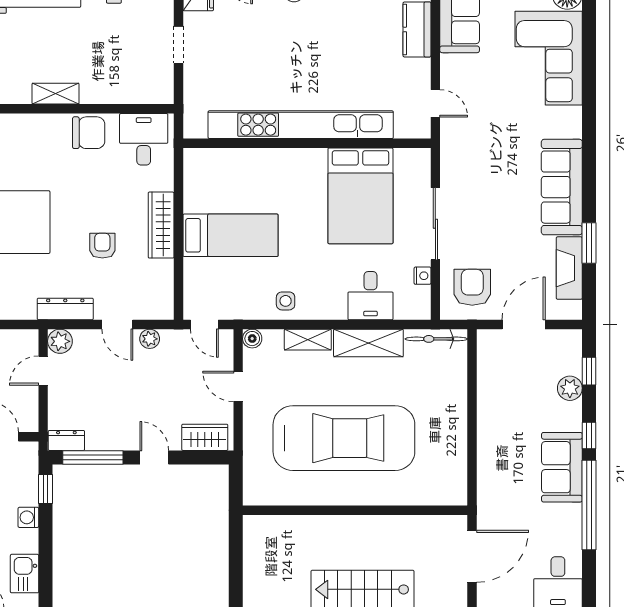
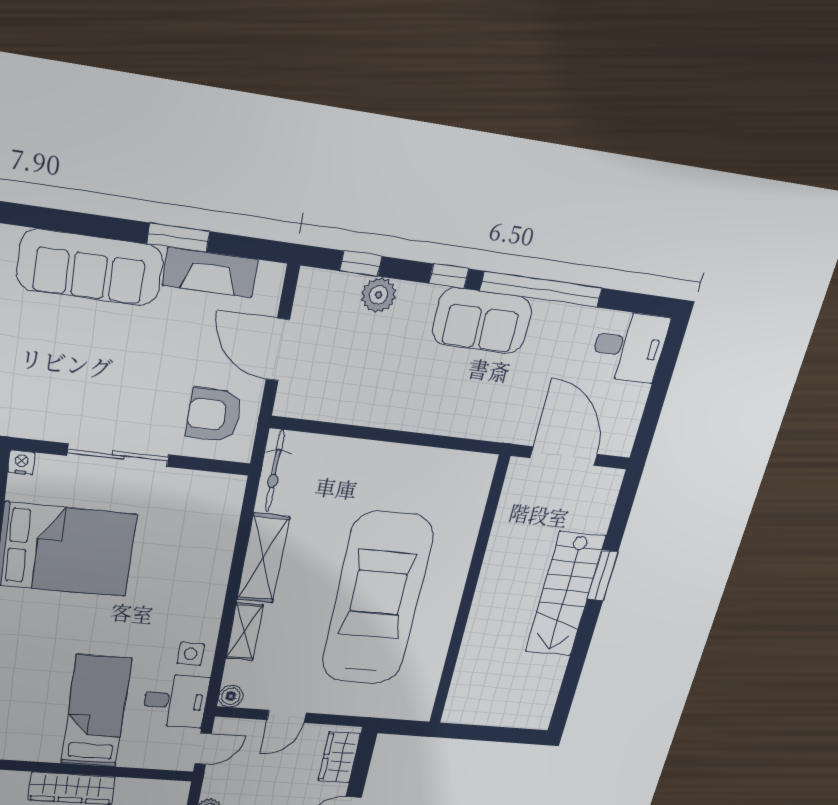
nightstand: (422, 276) -> (21, 462), moved
desk: (371, 296) -> (175, 701), moved

